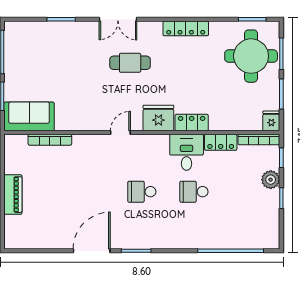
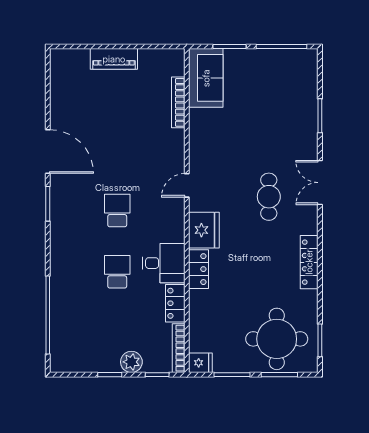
door: (120, 133) -> (187, 185), swing flipped

